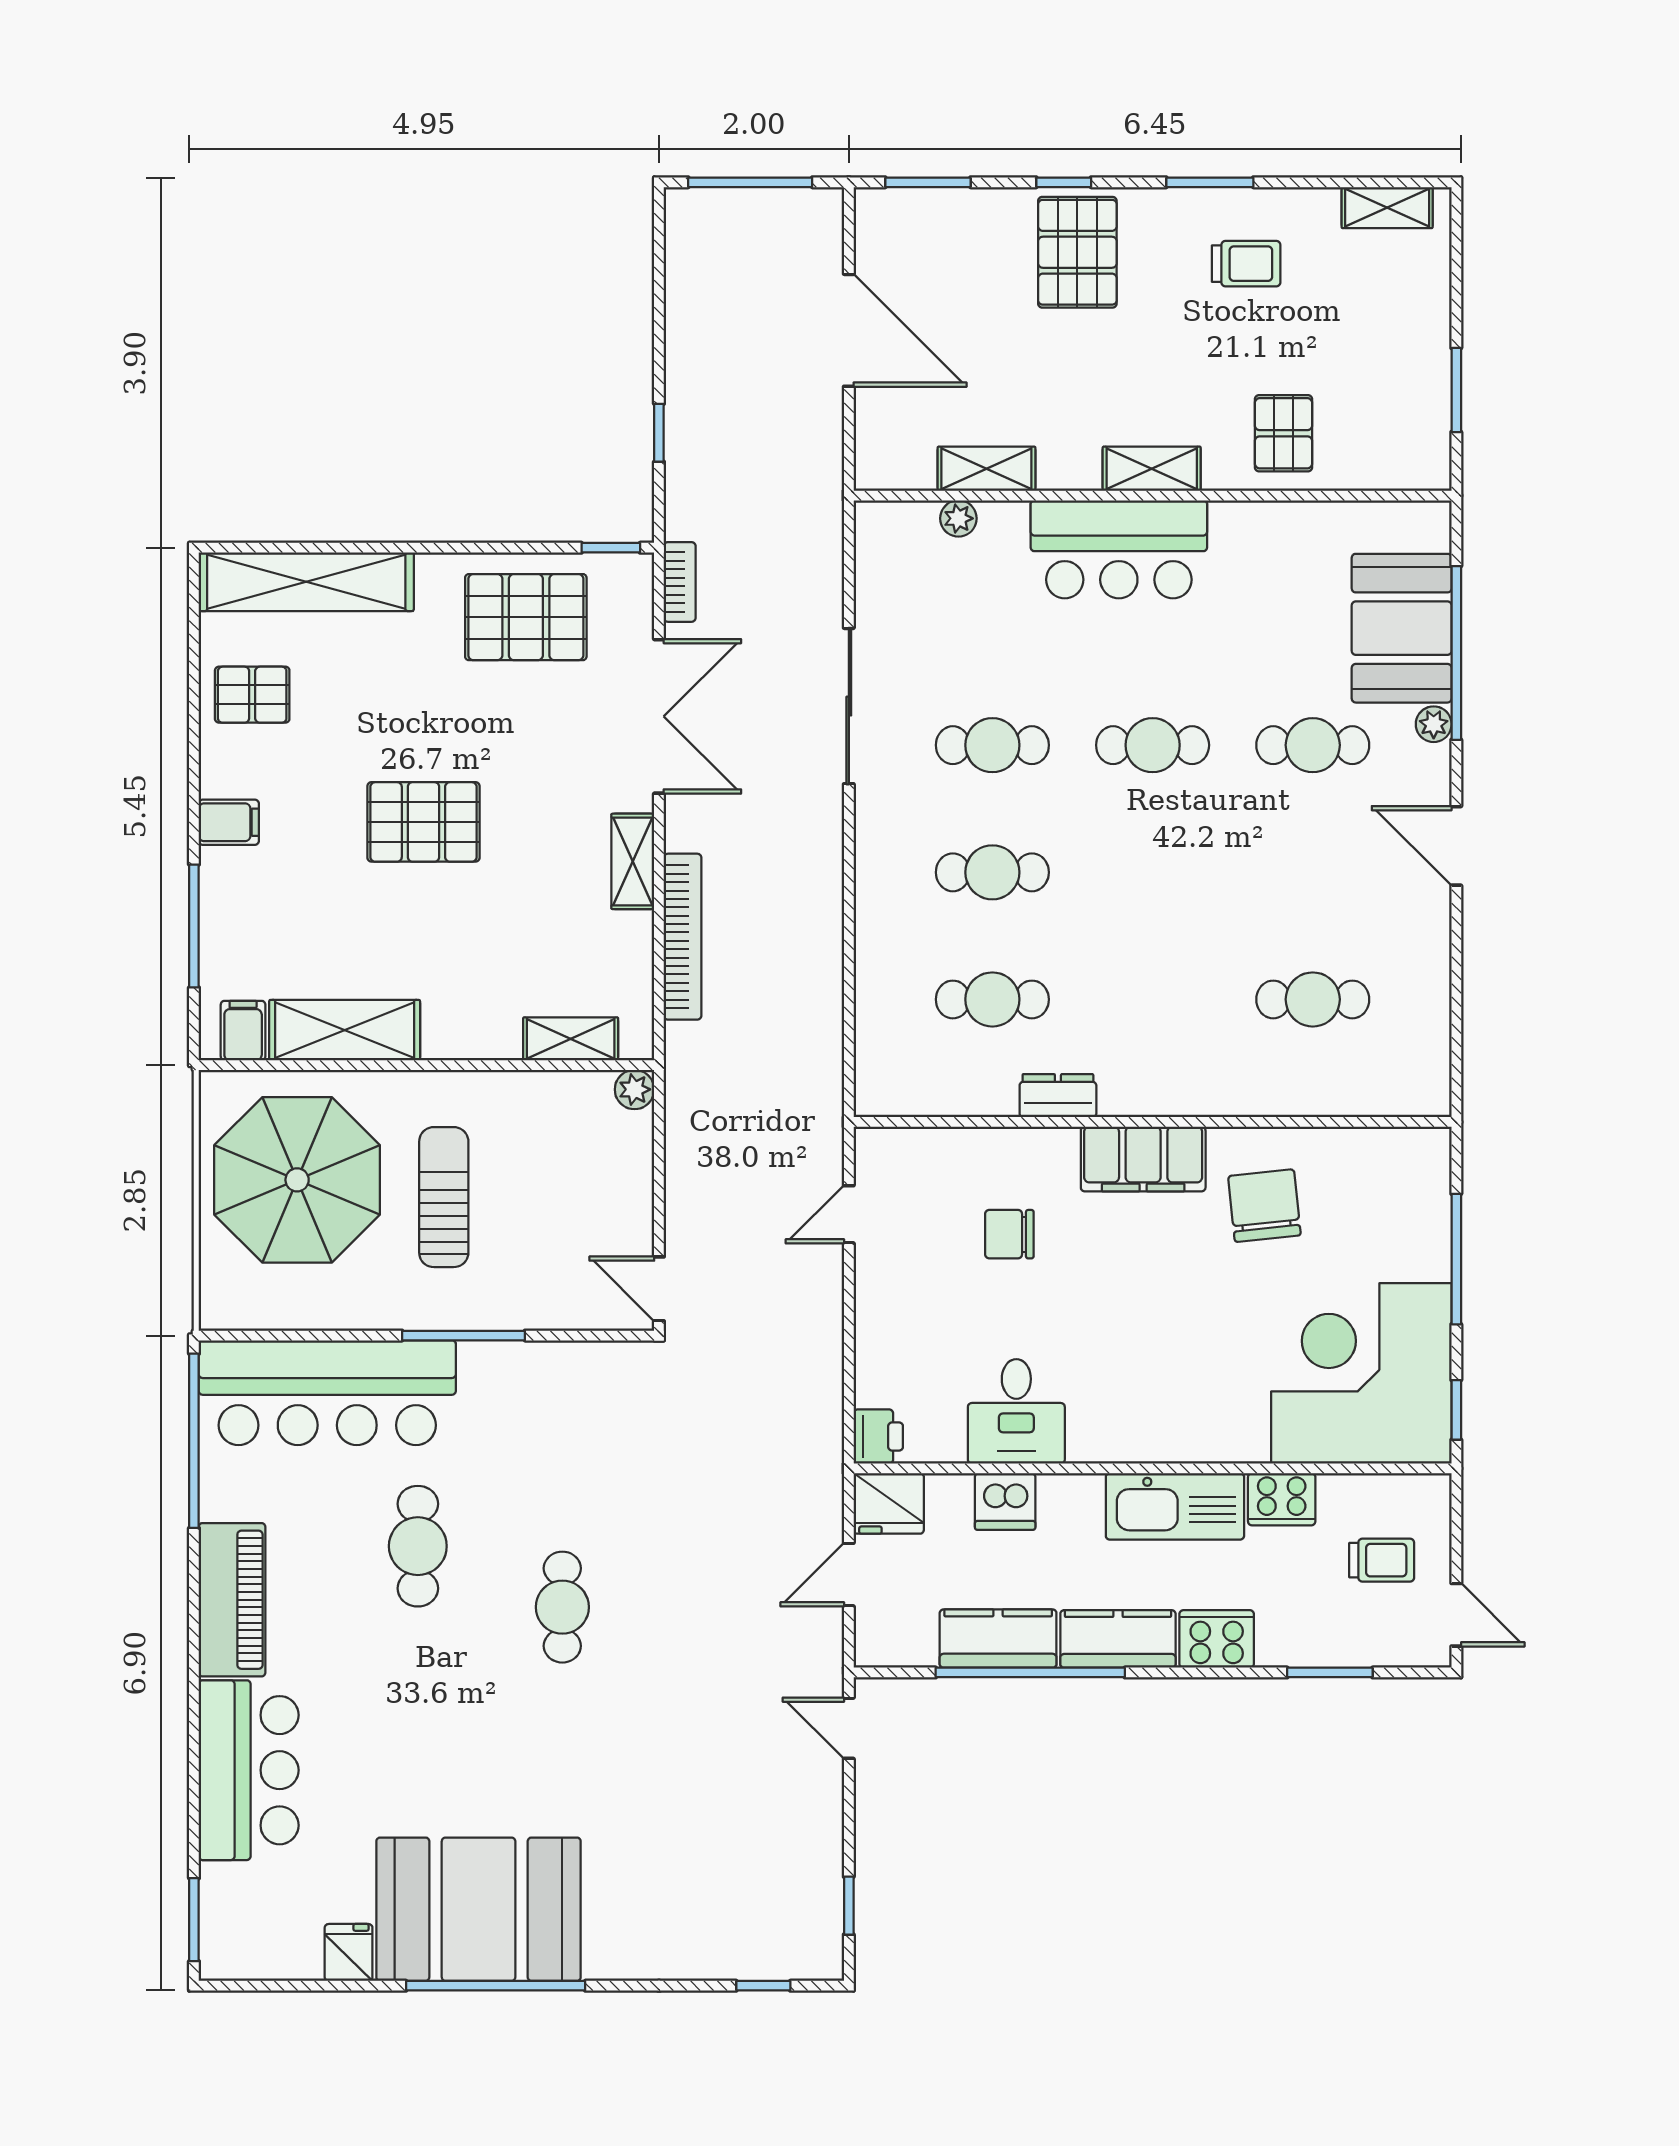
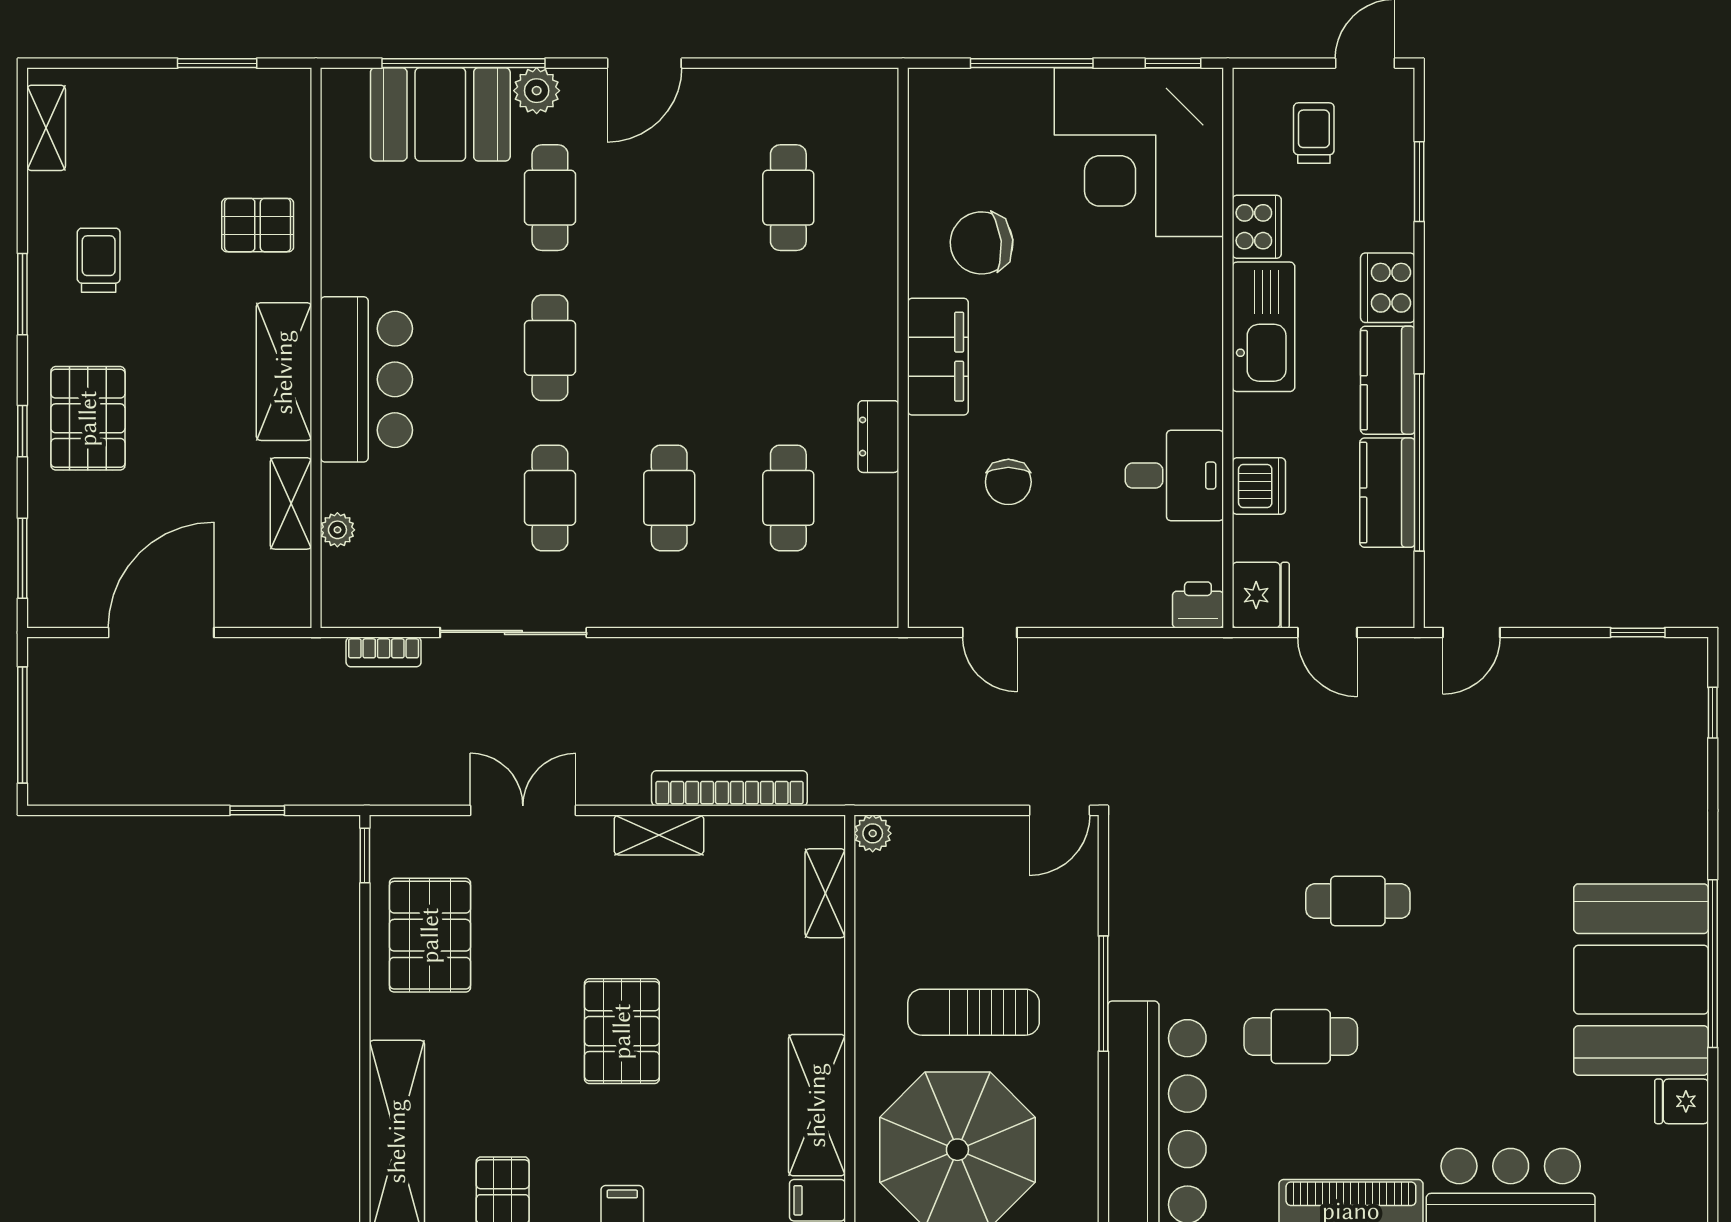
pallet: (1077, 252) -> (88, 418), turned 90
shelving: (1152, 469) -> (284, 372), width x1.50, depth x1.33
bookcase: (680, 582) -> (384, 652), moved, turned 180
double door: (659, 716) -> (523, 810), width x0.73
plant: (1434, 724) -> (537, 91), width x1.38, depth x1.38

